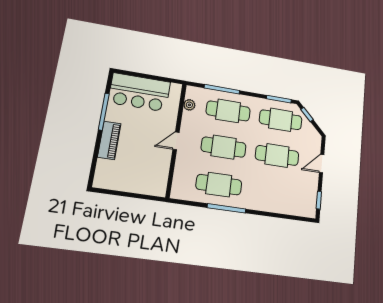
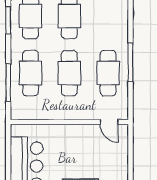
plant: (189, 105) -> (31, 114), removed
door: (176, 141) -> (109, 122), moved

